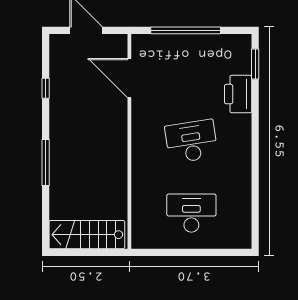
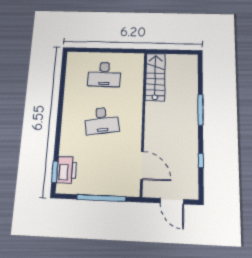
printer: (238, 94) -> (67, 170), moved
stairs: (87, 235) -> (155, 77), moved, turned -90

